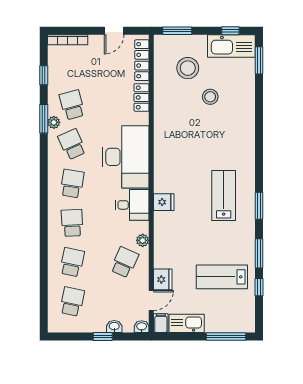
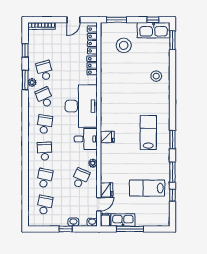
stool: (210, 97) -> (156, 76), moved
window: (226, 337) -> (130, 229), moved

